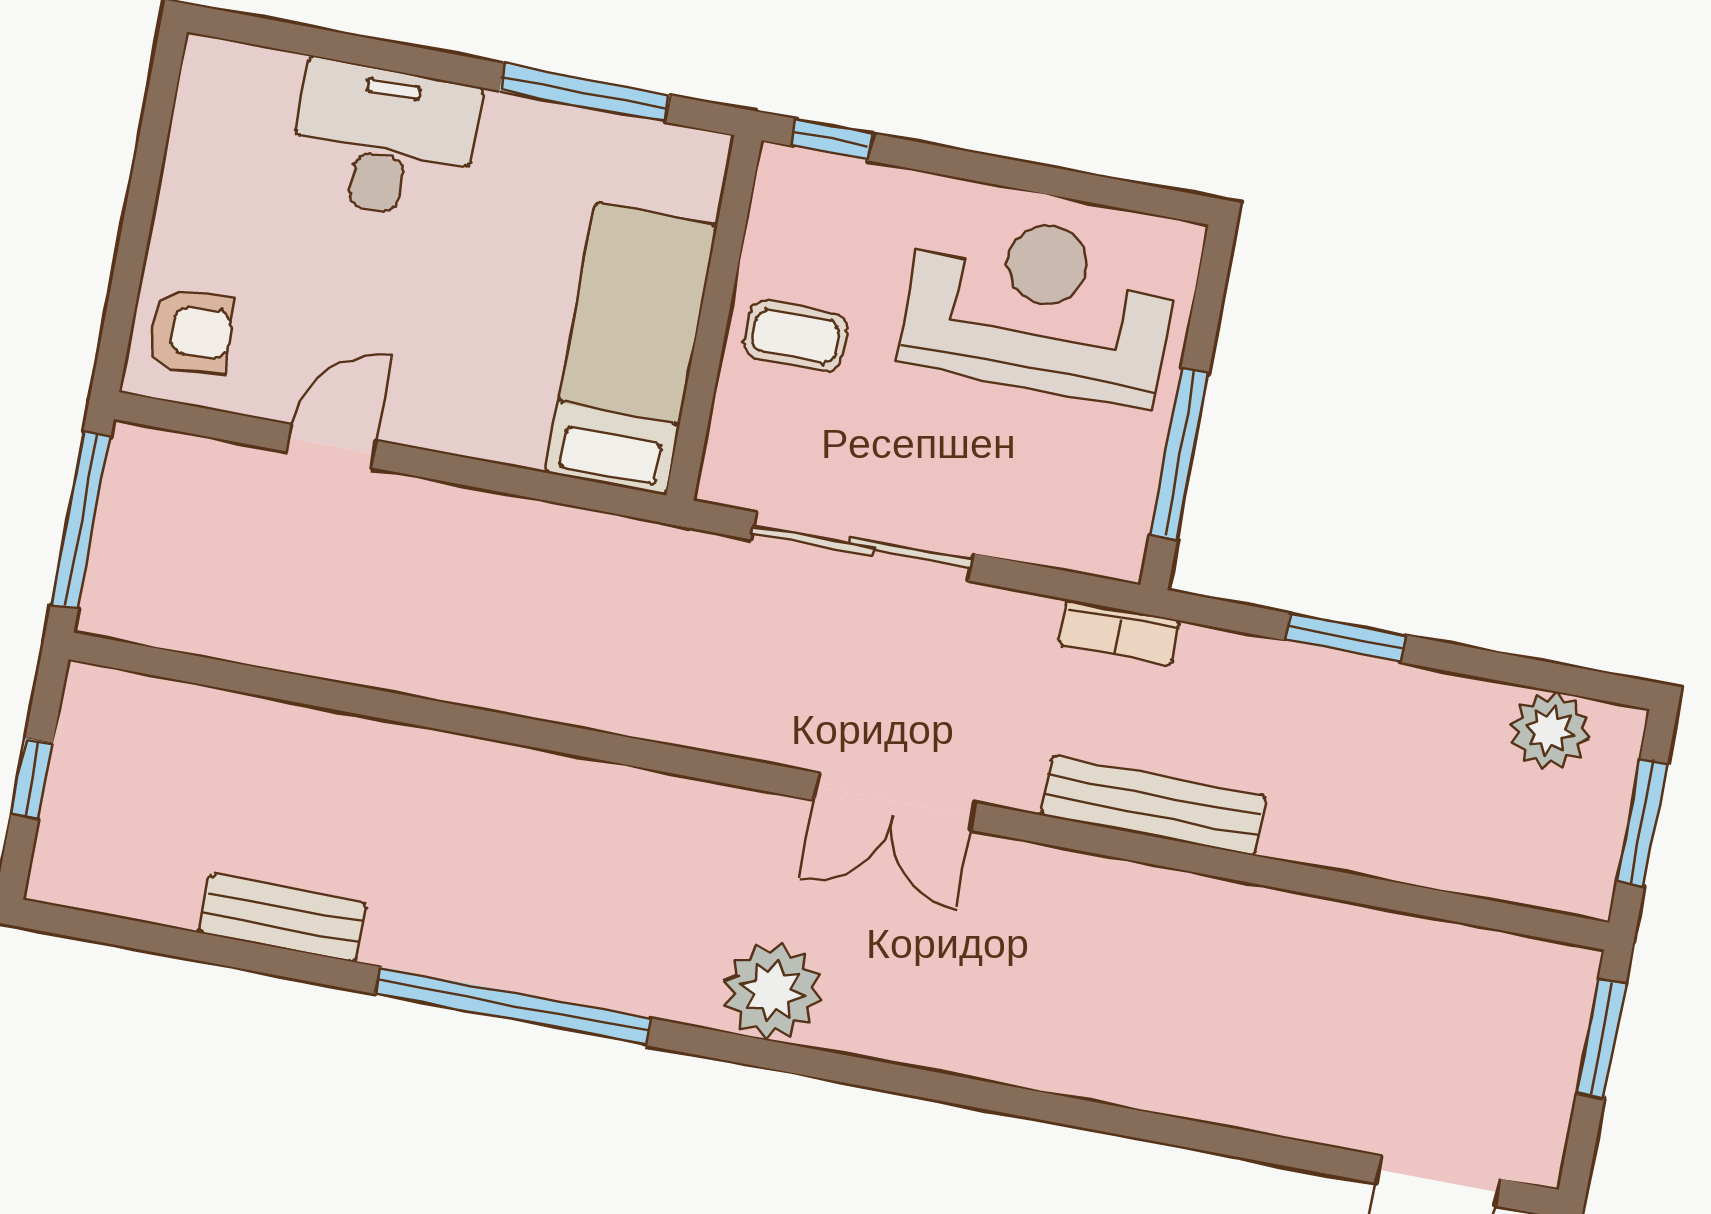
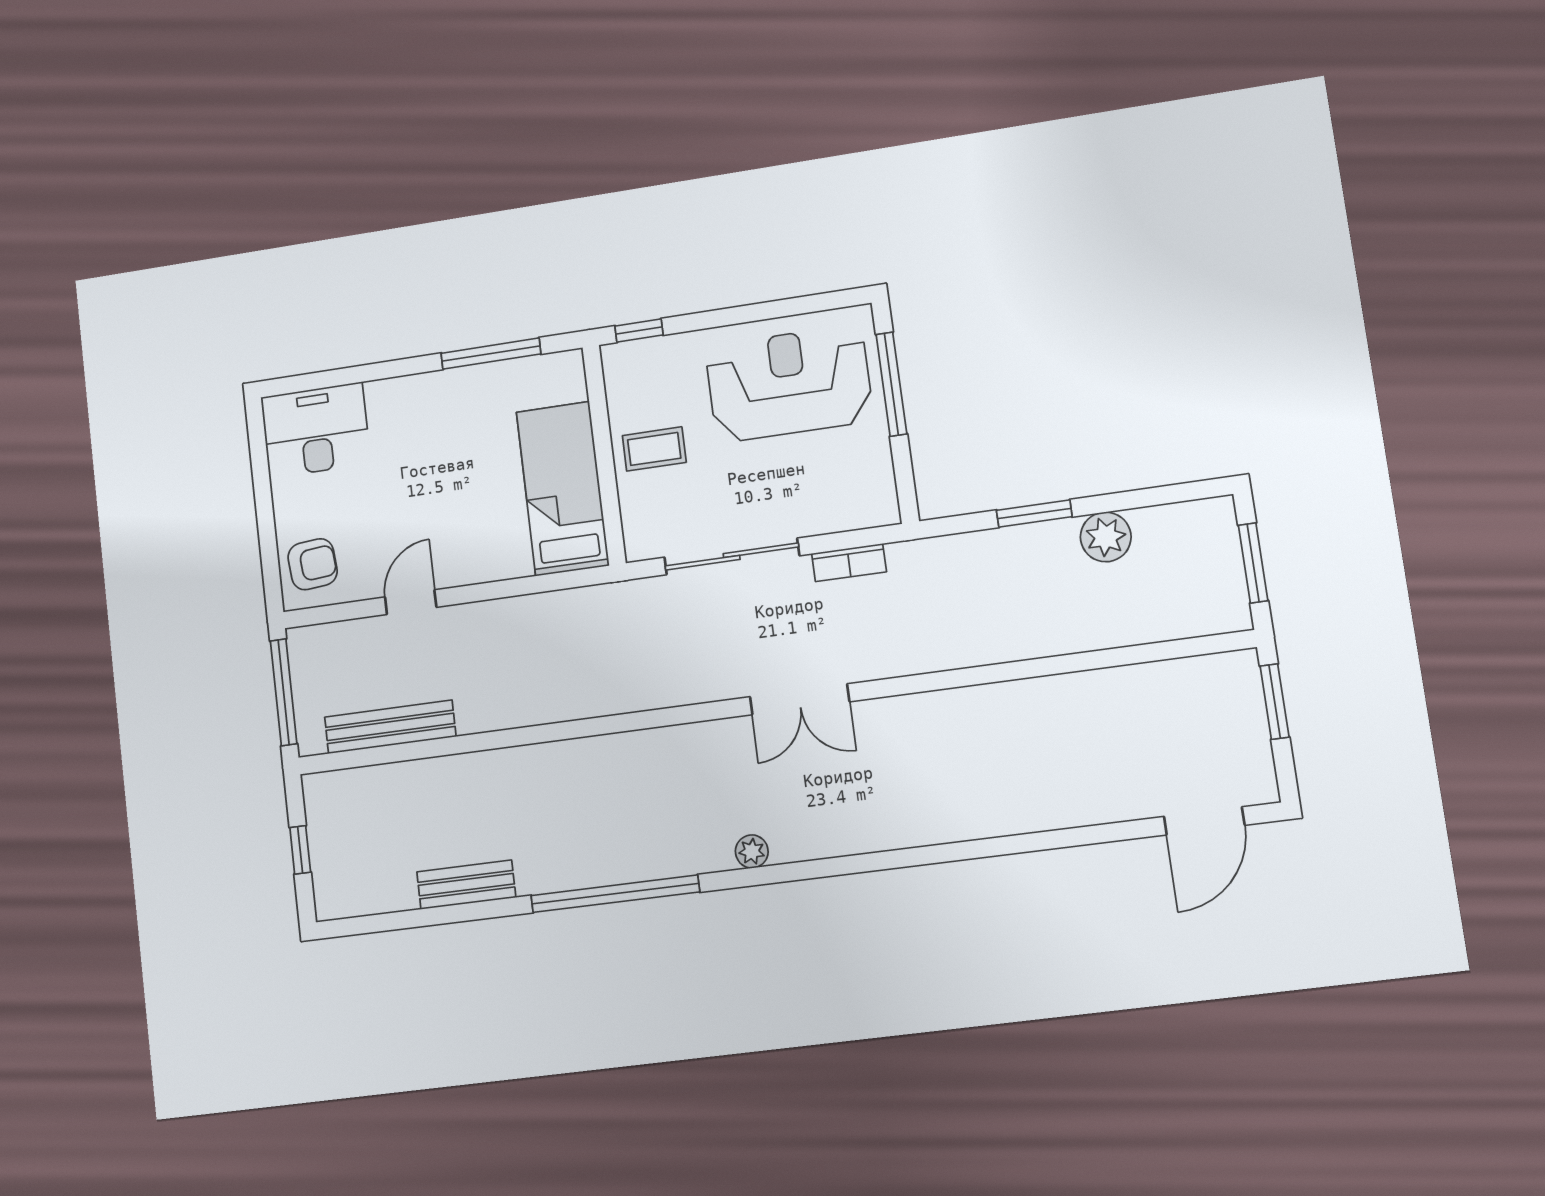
desk: (384, 140) -> (316, 430), moved
window: (1179, 453) -> (891, 384), moved
bookcase: (1119, 632) -> (849, 563), moved
plant: (1550, 731) -> (1106, 537), moved
bench: (1153, 806) -> (390, 727), moved
plant: (773, 991) -> (752, 851), width x0.53, depth x0.53

